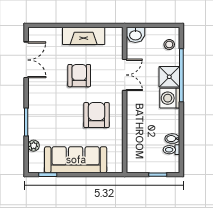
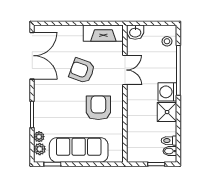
fireplace: (84, 36) -> (103, 33), moved
double door: (26, 60) -> (32, 56), width x1.37
armchair: (79, 76) -> (82, 71), turned -70
shower: (169, 77) -> (167, 112), moved
bidet: (172, 139) -> (170, 151), moved
plant: (34, 159) -> (40, 149), added

